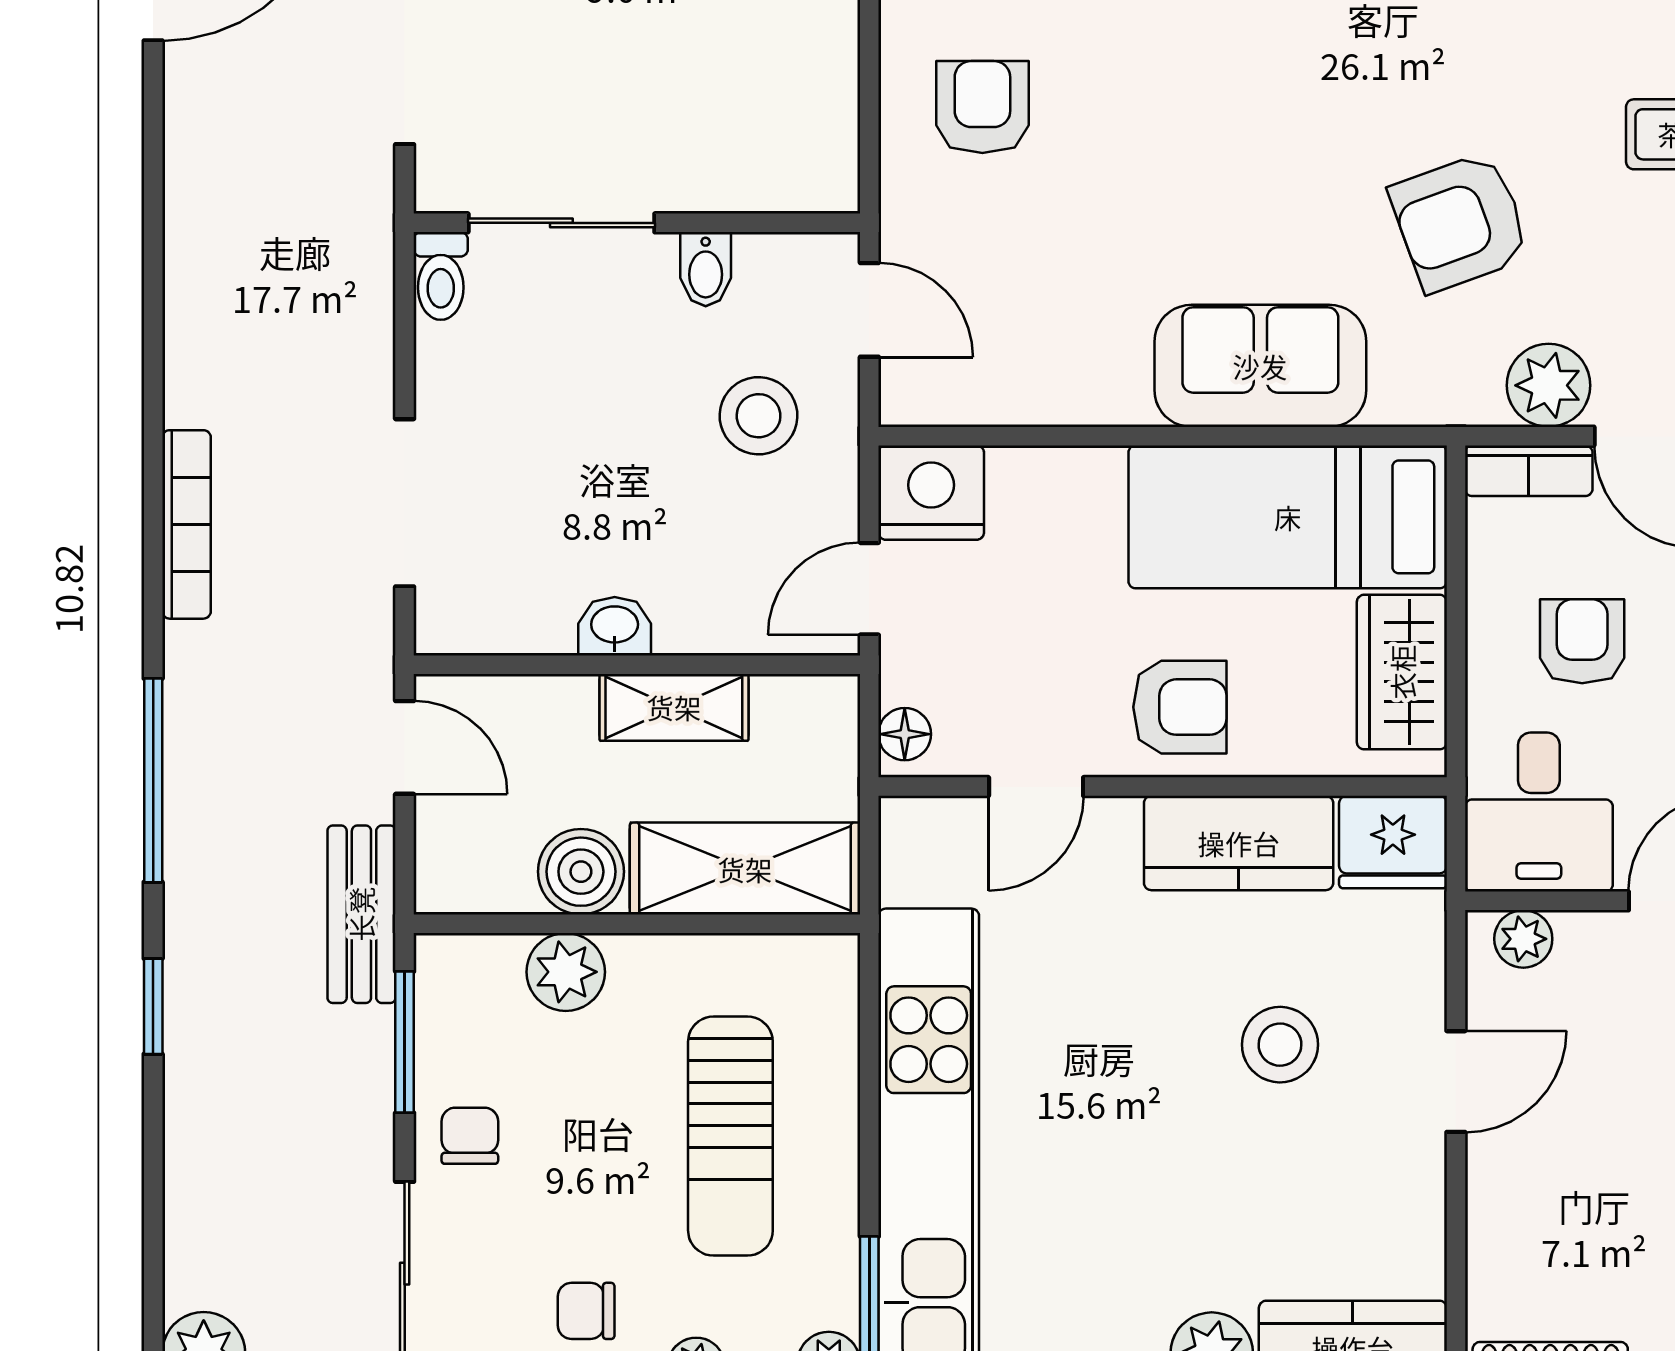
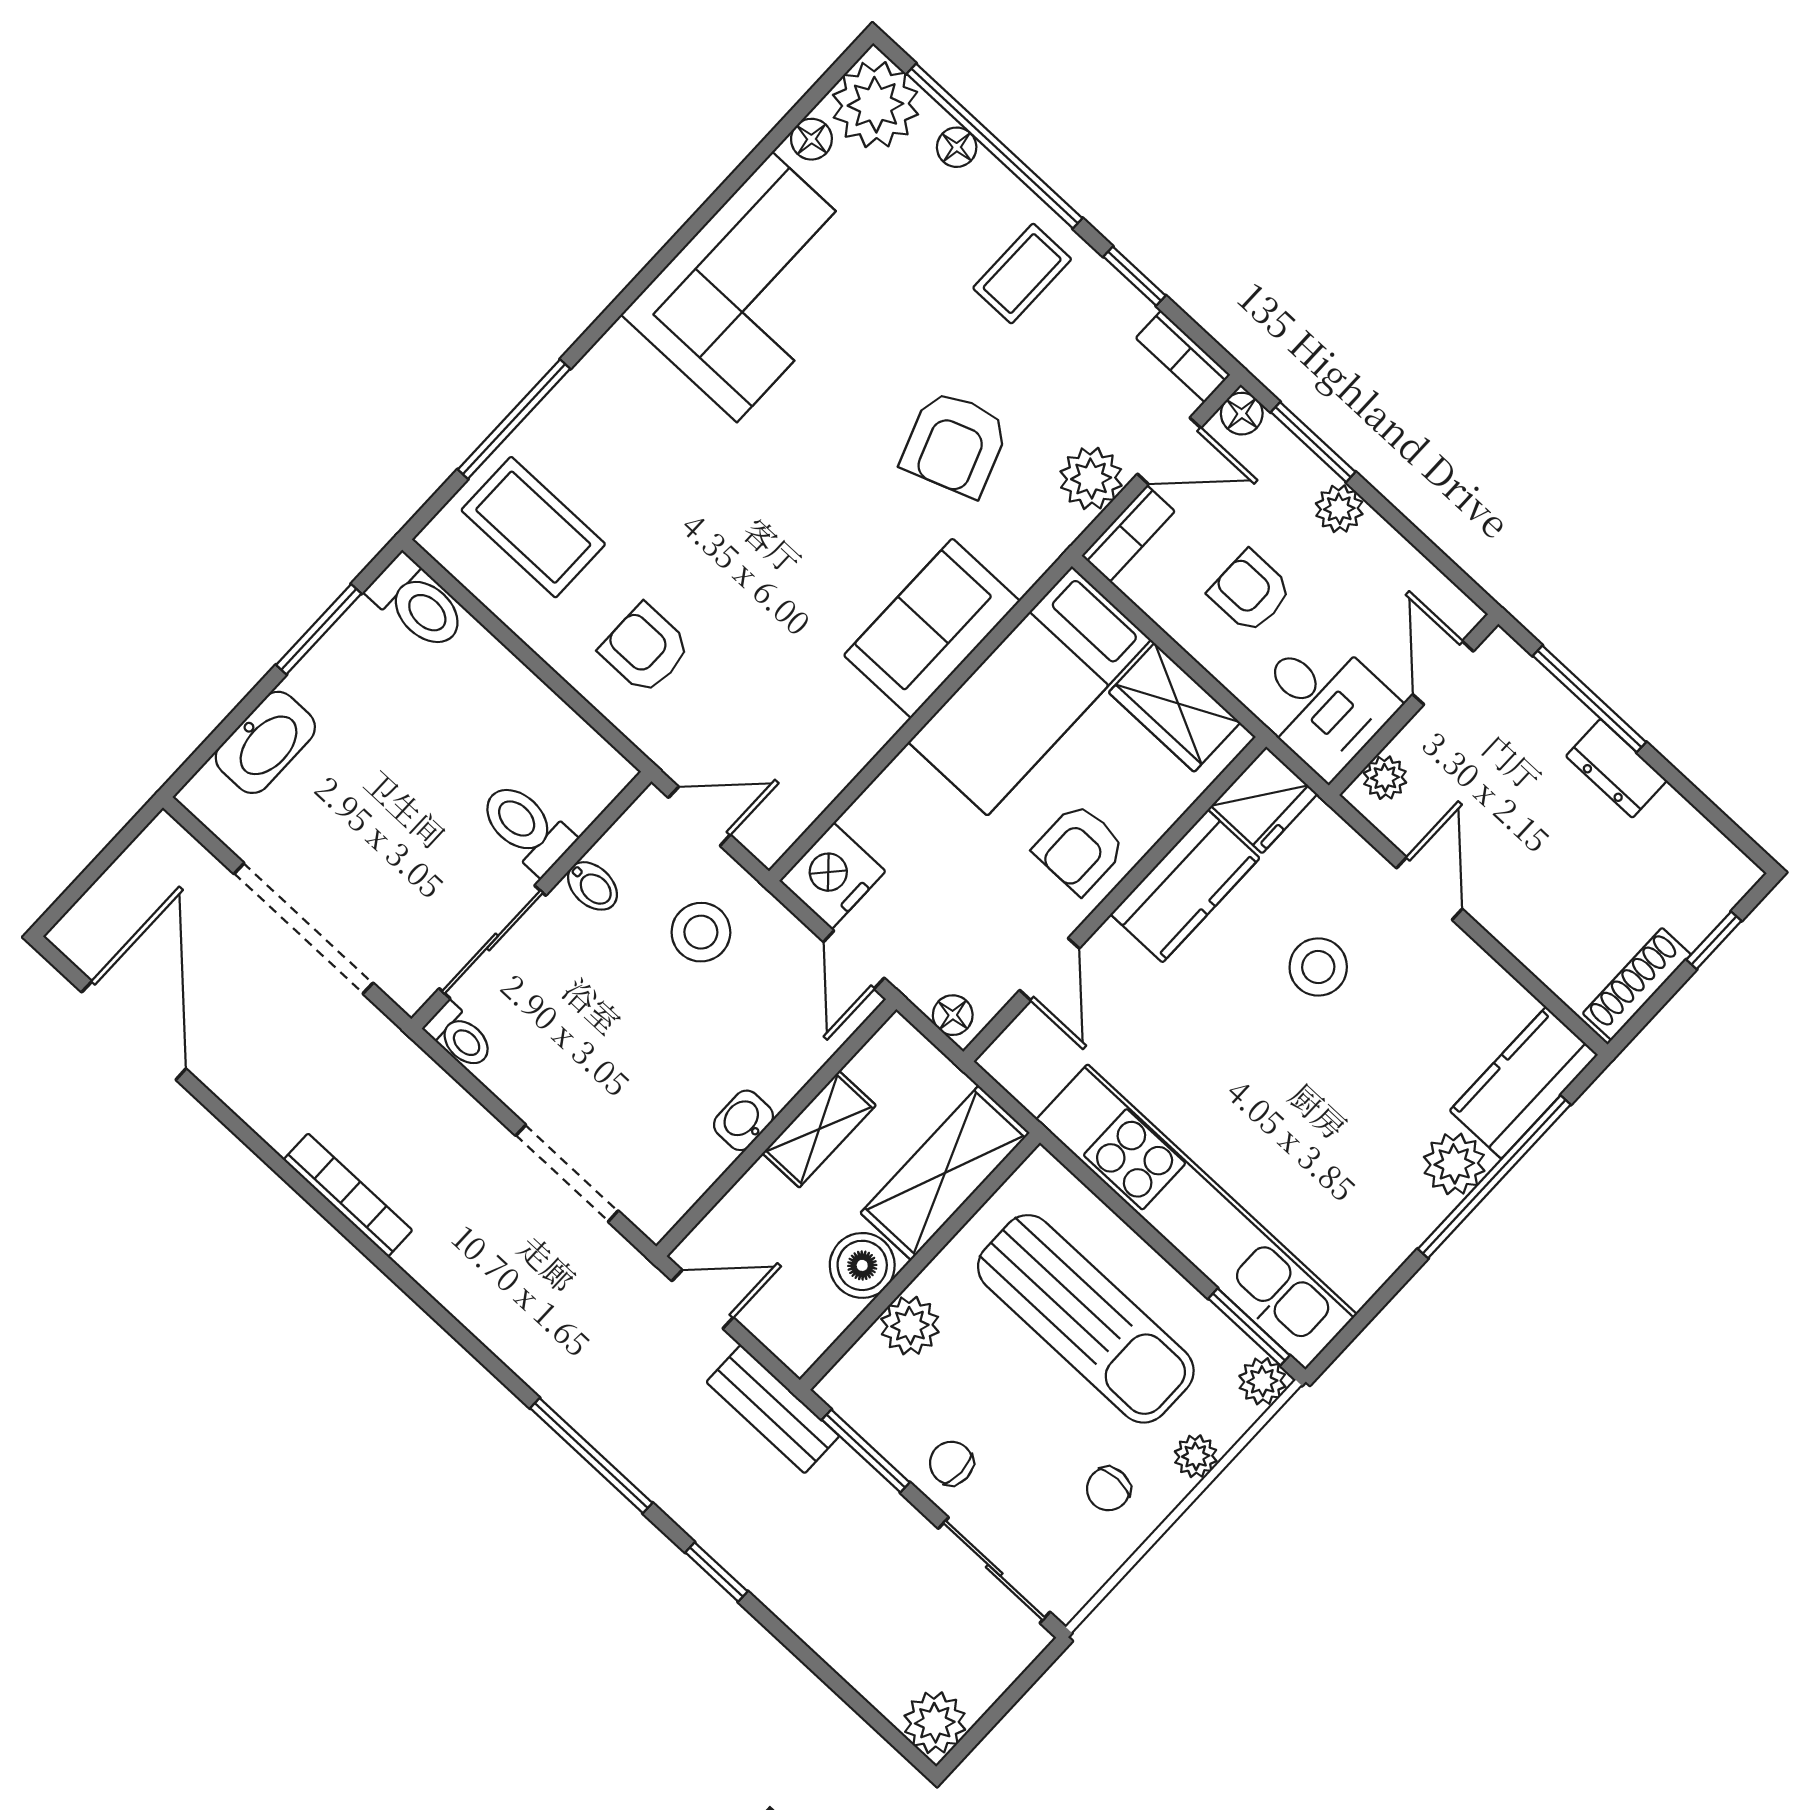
toilet: (703, 152) -> (526, 827), added
bookcase: (186, 524) -> (348, 1195), moved
armchair: (1180, 707) -> (1080, 849), turned 180
sun lounger: (730, 1136) -> (1086, 1319), width x1.36, depth x1.34

